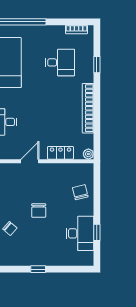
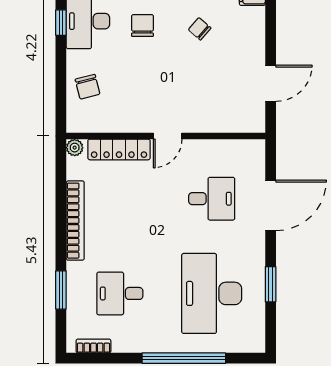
window: (97, 65) -> (61, 290), width x1.50
locker: (60, 153) -> (119, 149), width x1.53
chair: (39, 211) -> (142, 26), moved

